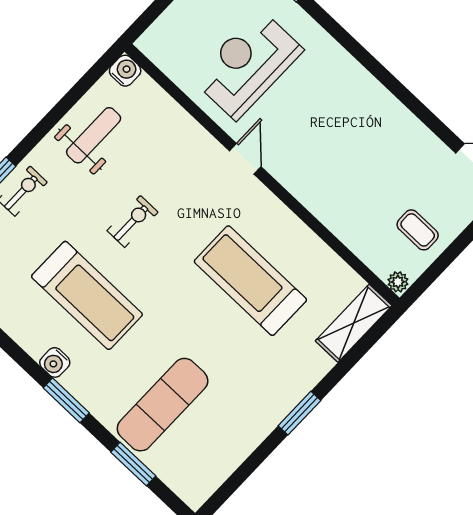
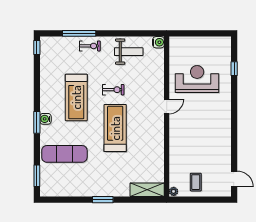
treadmill: (250, 281) -> (115, 128), moved
water cooler: (55, 362) -> (45, 119), moved
window: (133, 464) -> (37, 176), moved

